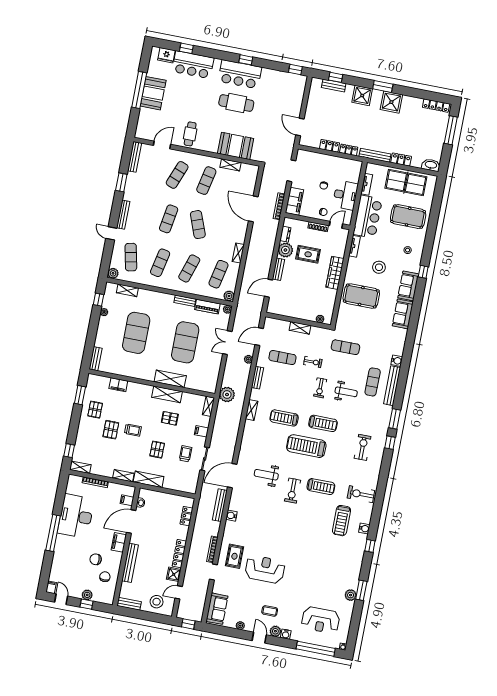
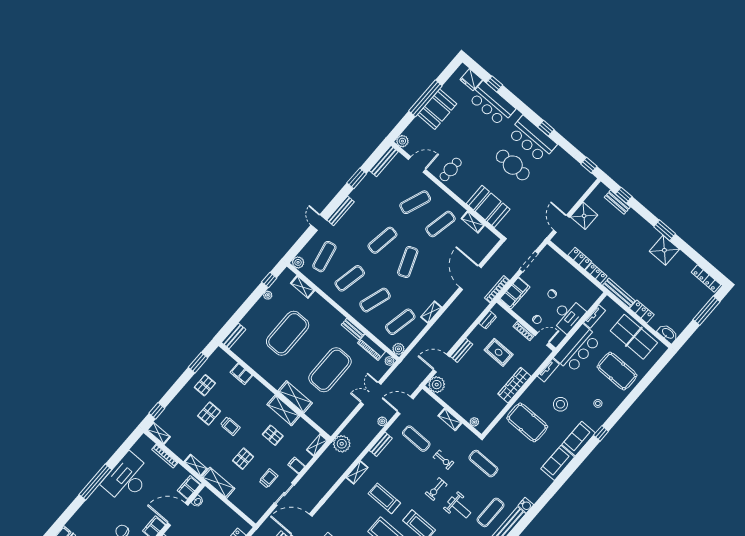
shower: (362, 96) -> (584, 216), moved
plant: (140, 133) -> (402, 141), added
plant: (285, 250) -> (437, 385), moved
filing cabinet: (127, 500) -> (189, 487), width x2.00

